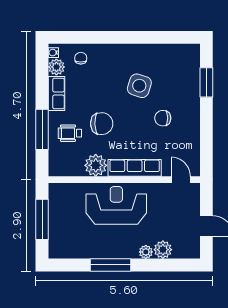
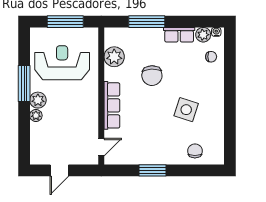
window: (206, 82) -> (153, 170), moved
chair: (163, 118) -> (195, 151), moved
wheelchair: (70, 133) -> (143, 47), removed
plant: (96, 165) -> (114, 57), moved
reception desk: (116, 205) -> (62, 63), moved, turned -90
plant: (163, 250) -> (38, 100), moved

